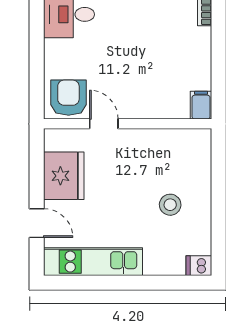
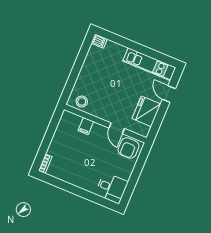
filing cabinet: (201, 105) -> (86, 126), moved
stool: (170, 205) -> (82, 101), moved

